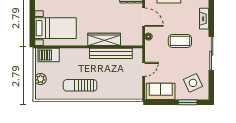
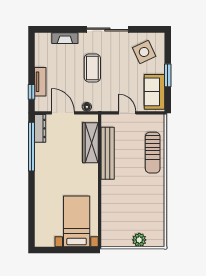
door: (144, 17) -> (63, 113), hinge flipped
wardrobe: (104, 39) -> (90, 143), moved
barbecue: (49, 55) -> (110, 230), removed
sun lounger: (80, 85) -> (153, 153), moved
window: (188, 102) -> (168, 75), moved

